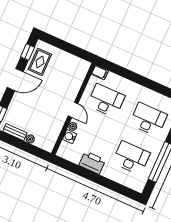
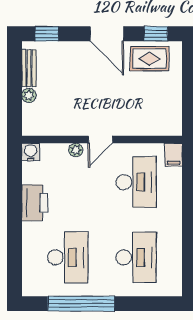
water cooler: (70, 137) -> (31, 152), moved

